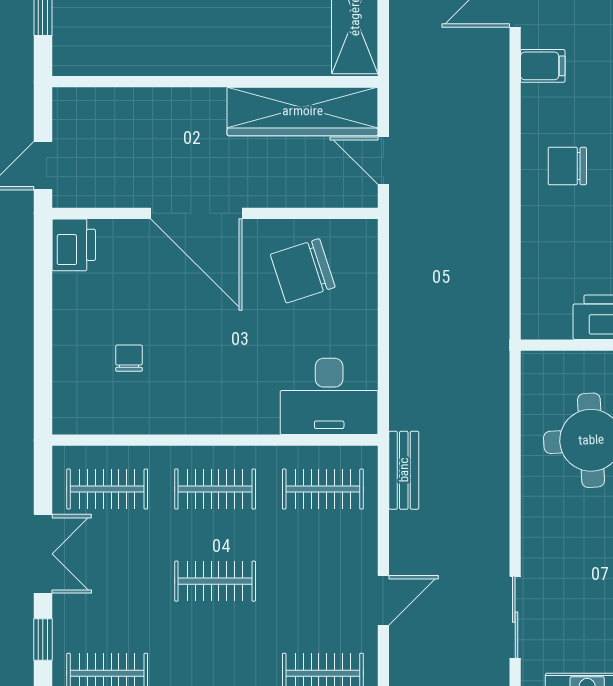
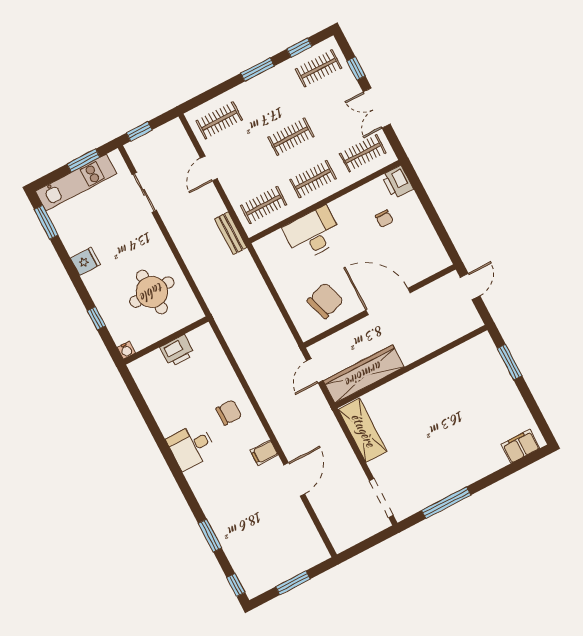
door: (383, 161) -> (315, 371), swing flipped
printer: (74, 245) -> (397, 182), moved
desk: (329, 396) -> (313, 234), moved

